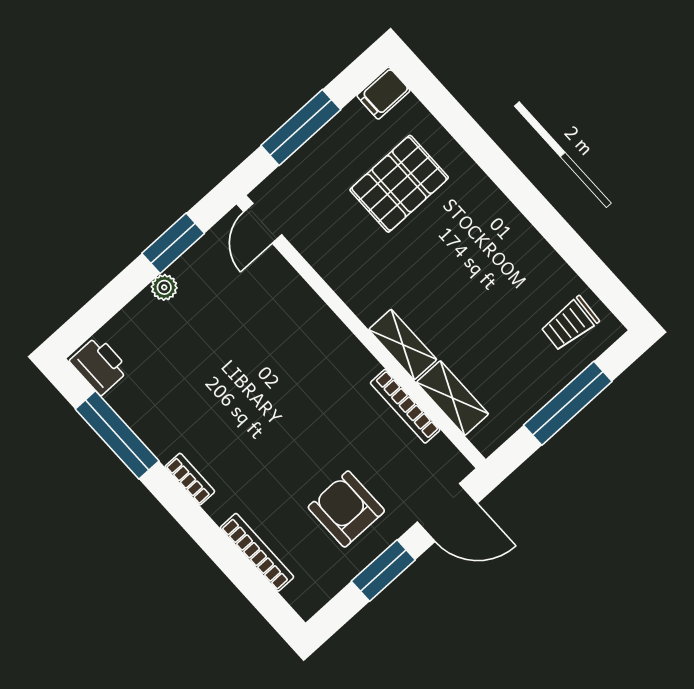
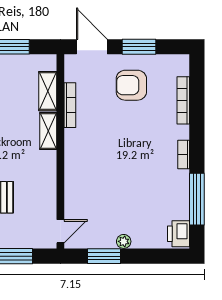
armchair: (346, 509) -> (131, 85), turned 90

